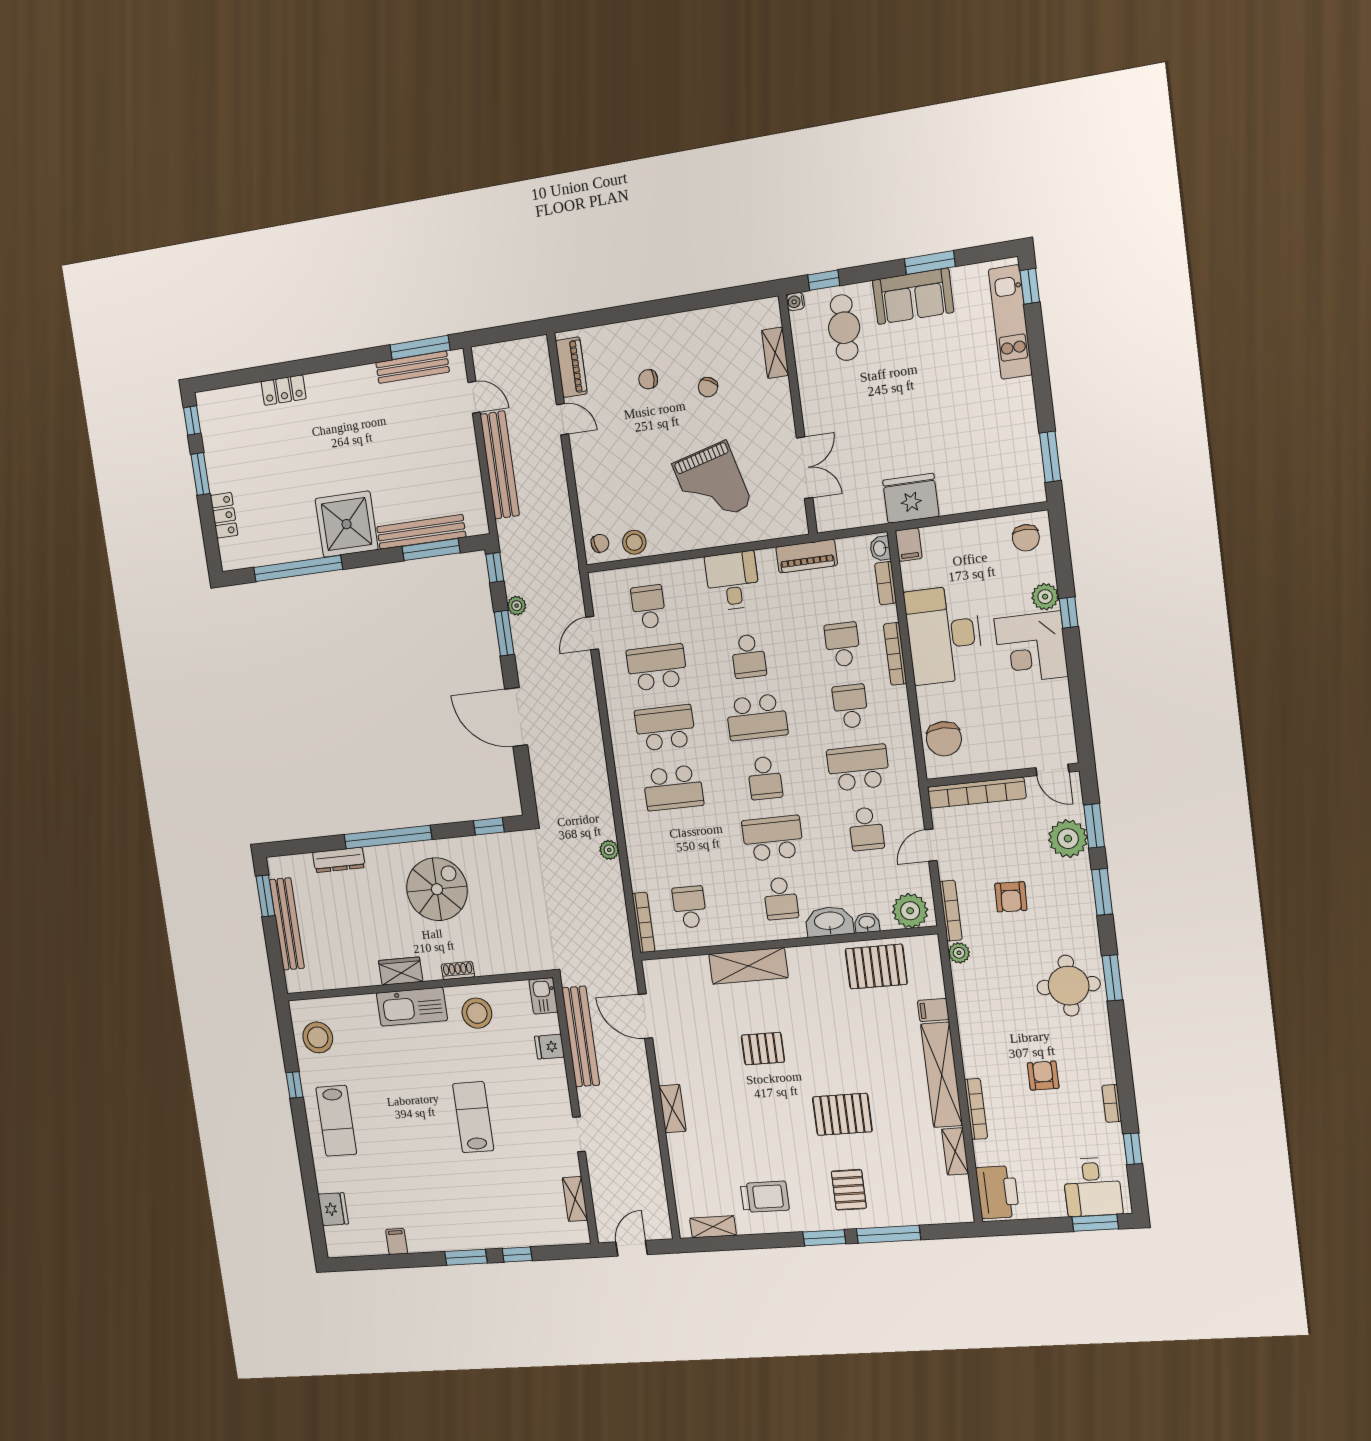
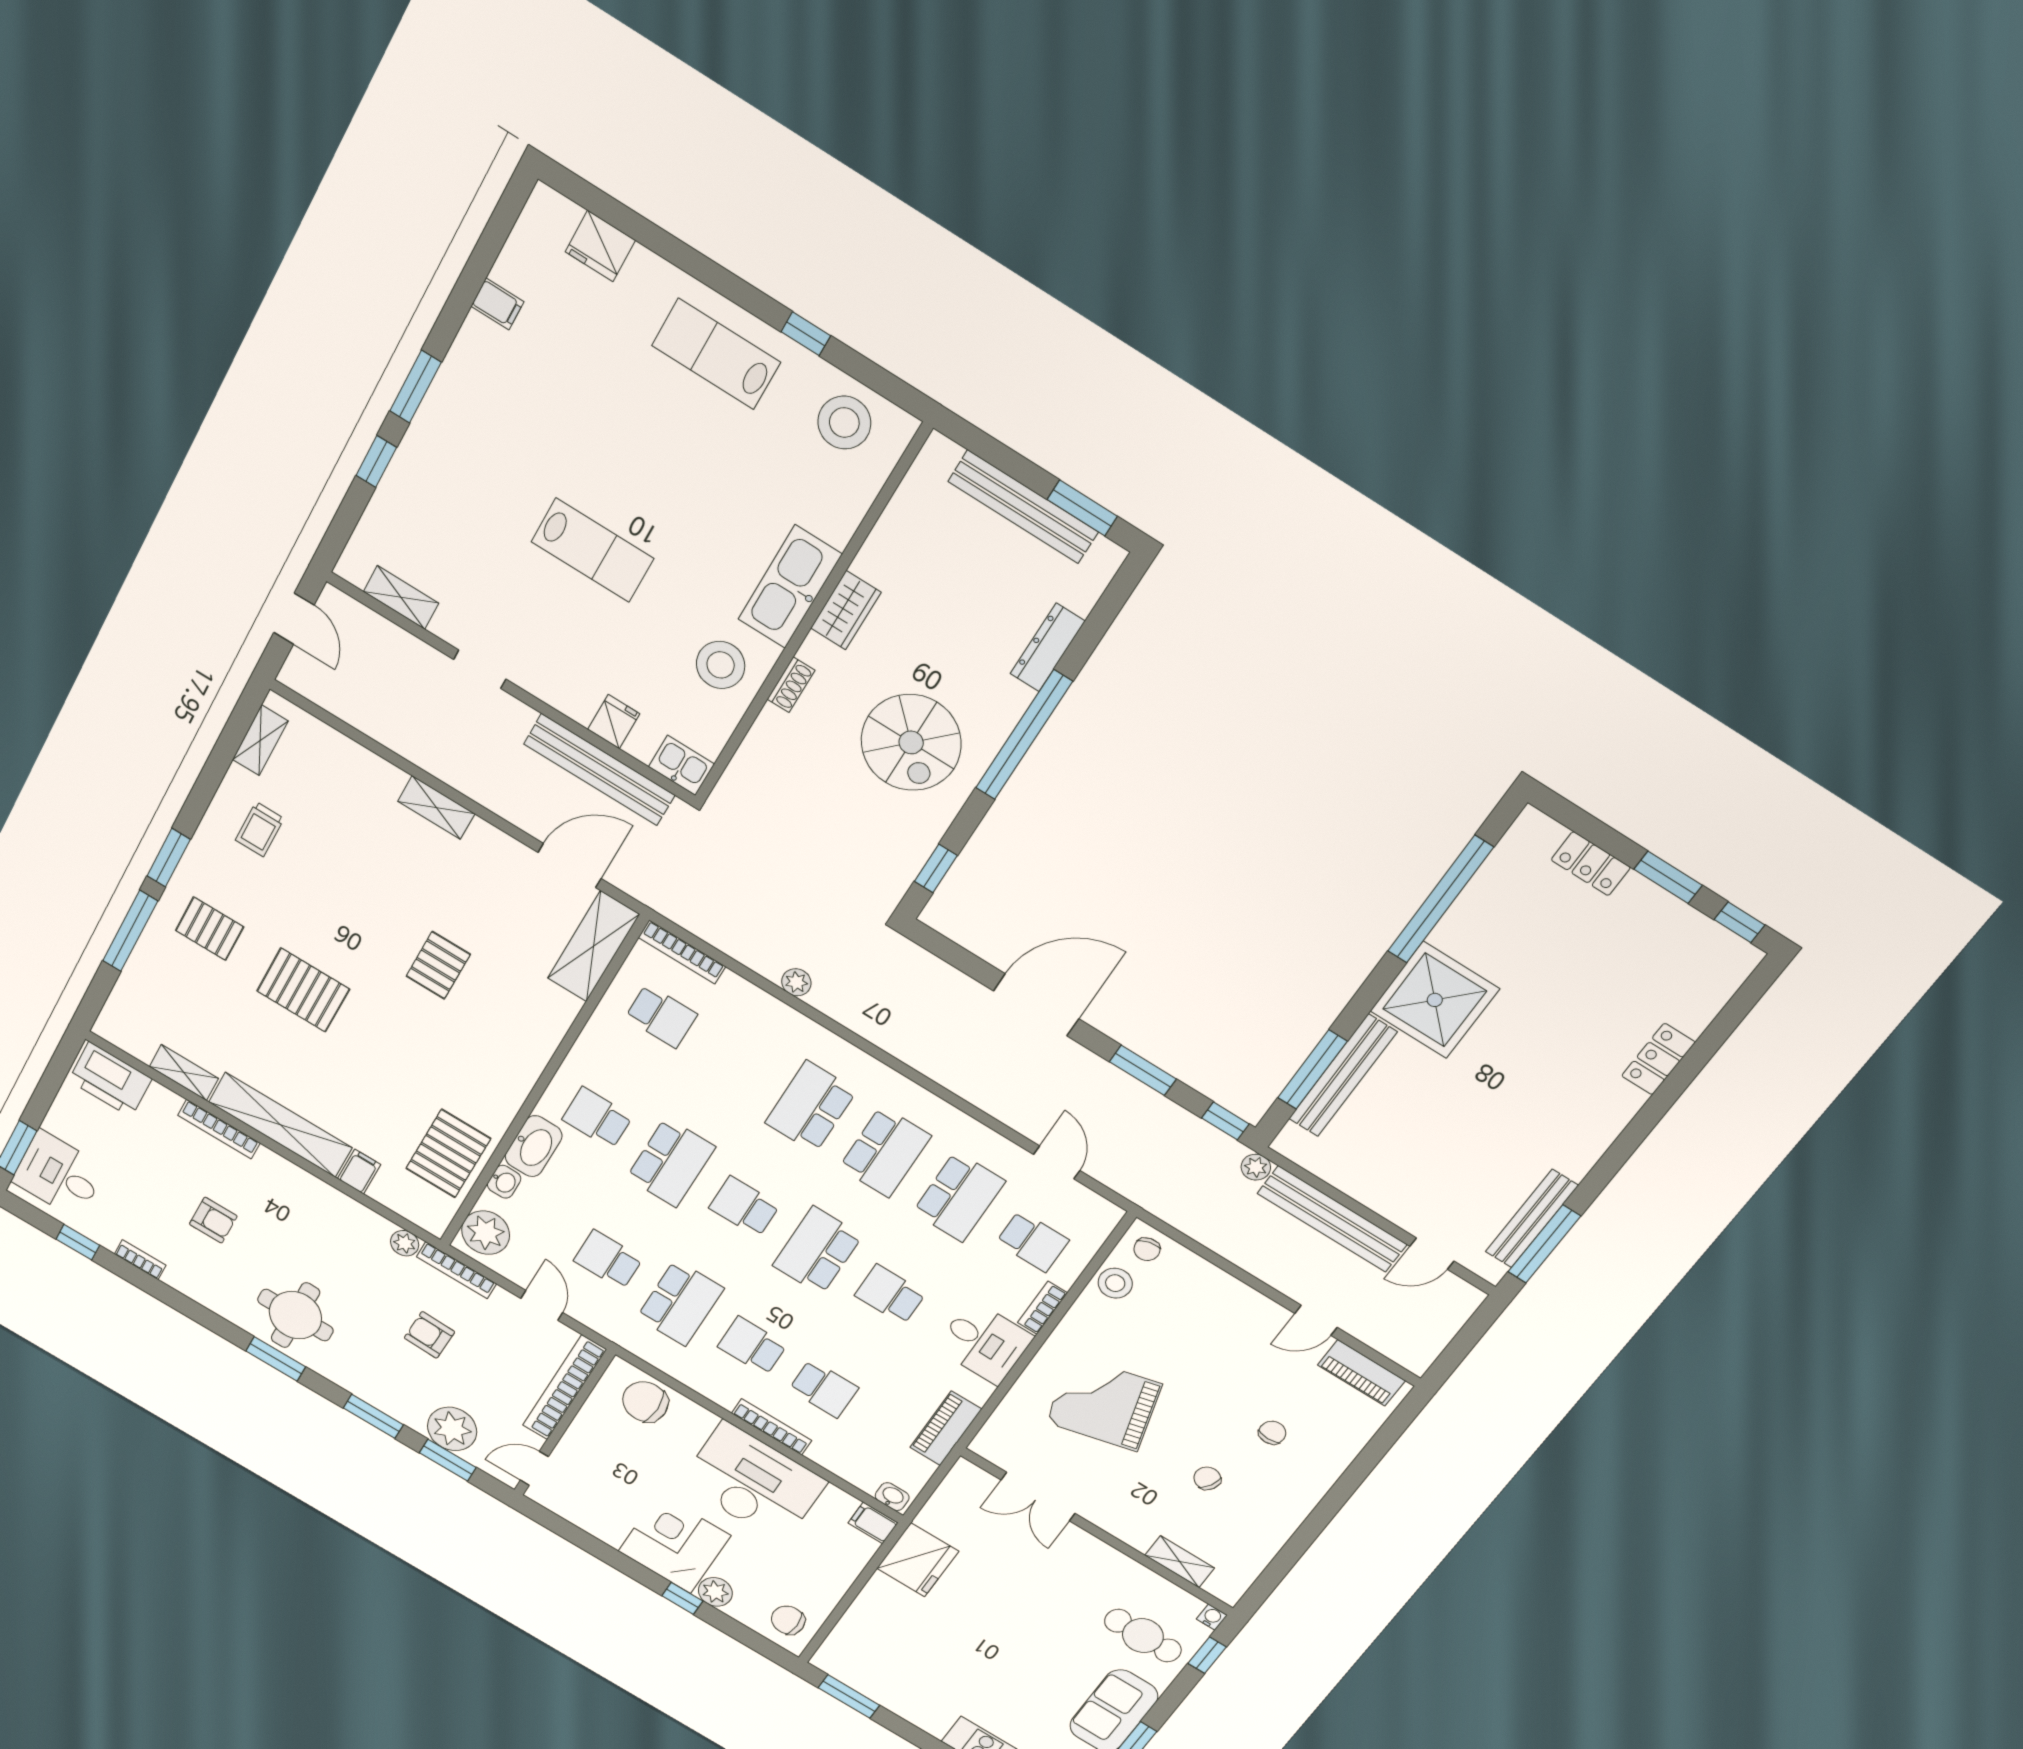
bookcase: (886, 583) -> (1043, 1308), moved, turned -90
plant: (517, 606) -> (1256, 1167), moved
school desk: (850, 706) -> (752, 1346), turned 180
shelving: (748, 966) -> (593, 946), moved
pallet: (842, 1114) -> (303, 990), turned 90
trolley: (765, 1197) -> (260, 829), width x0.73, depth x0.72

